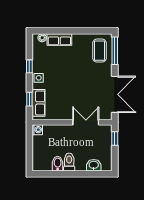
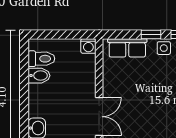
window: (29, 99) -> (151, 34), moved
toilet: (69, 162) -> (41, 59), moved

